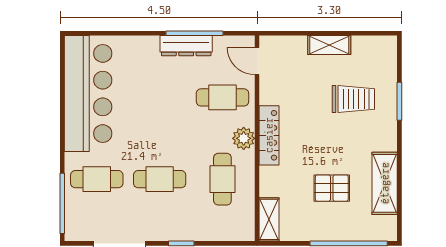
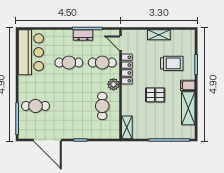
dresser: (186, 46) -> (83, 35), width x0.70
bar counter: (88, 94) -> (31, 52), width x0.73
locker: (269, 135) -> (127, 69), moved
filing cabinet: (384, 140) -> (188, 85), added
cafe table: (160, 179) -> (69, 63), moved
pallet: (332, 188) -> (155, 95), moved

